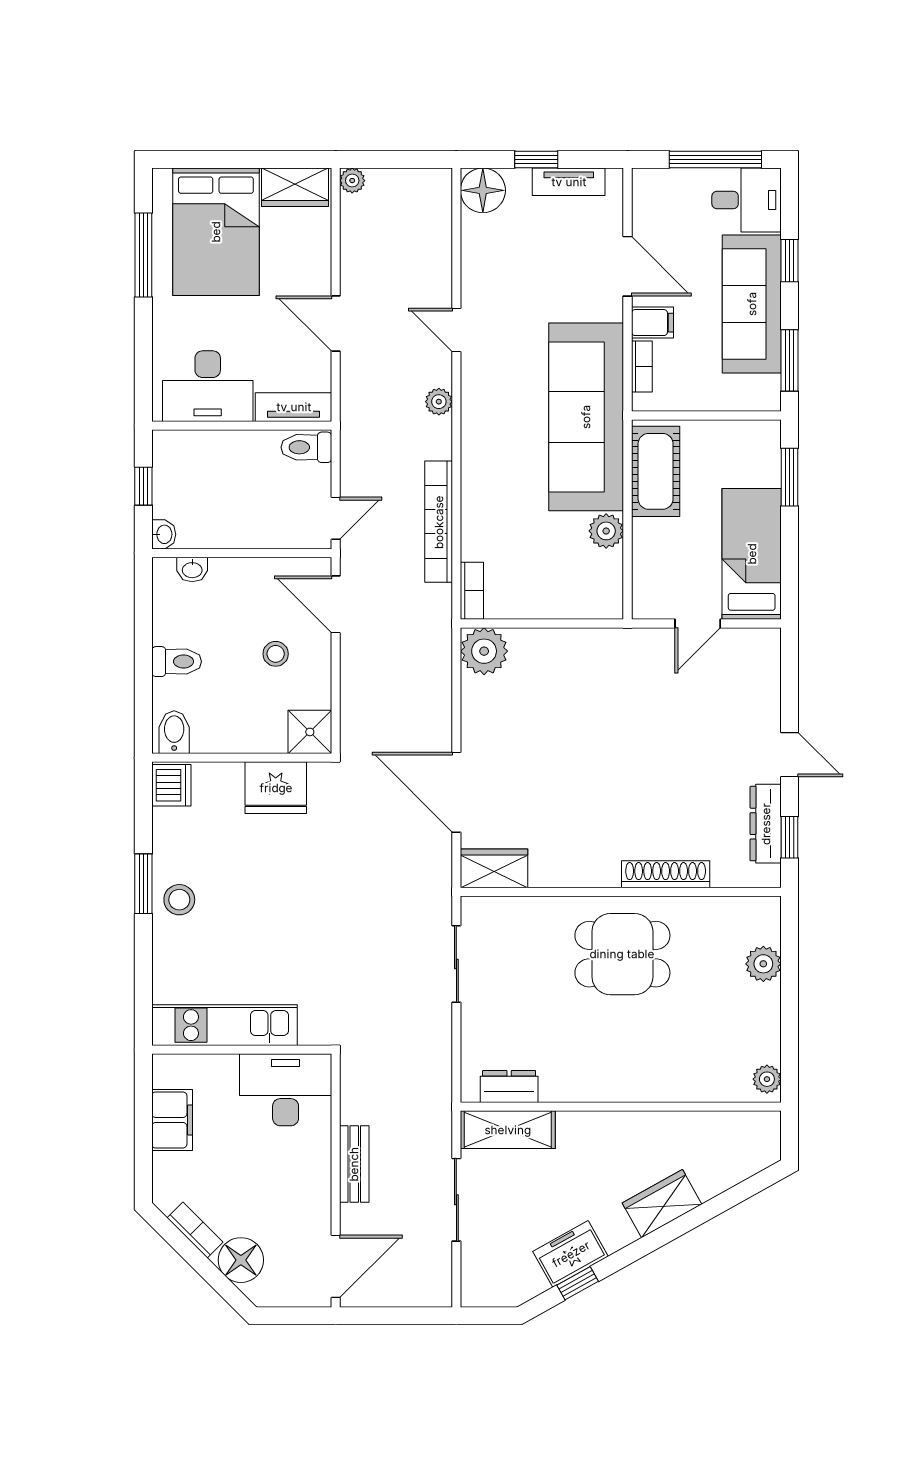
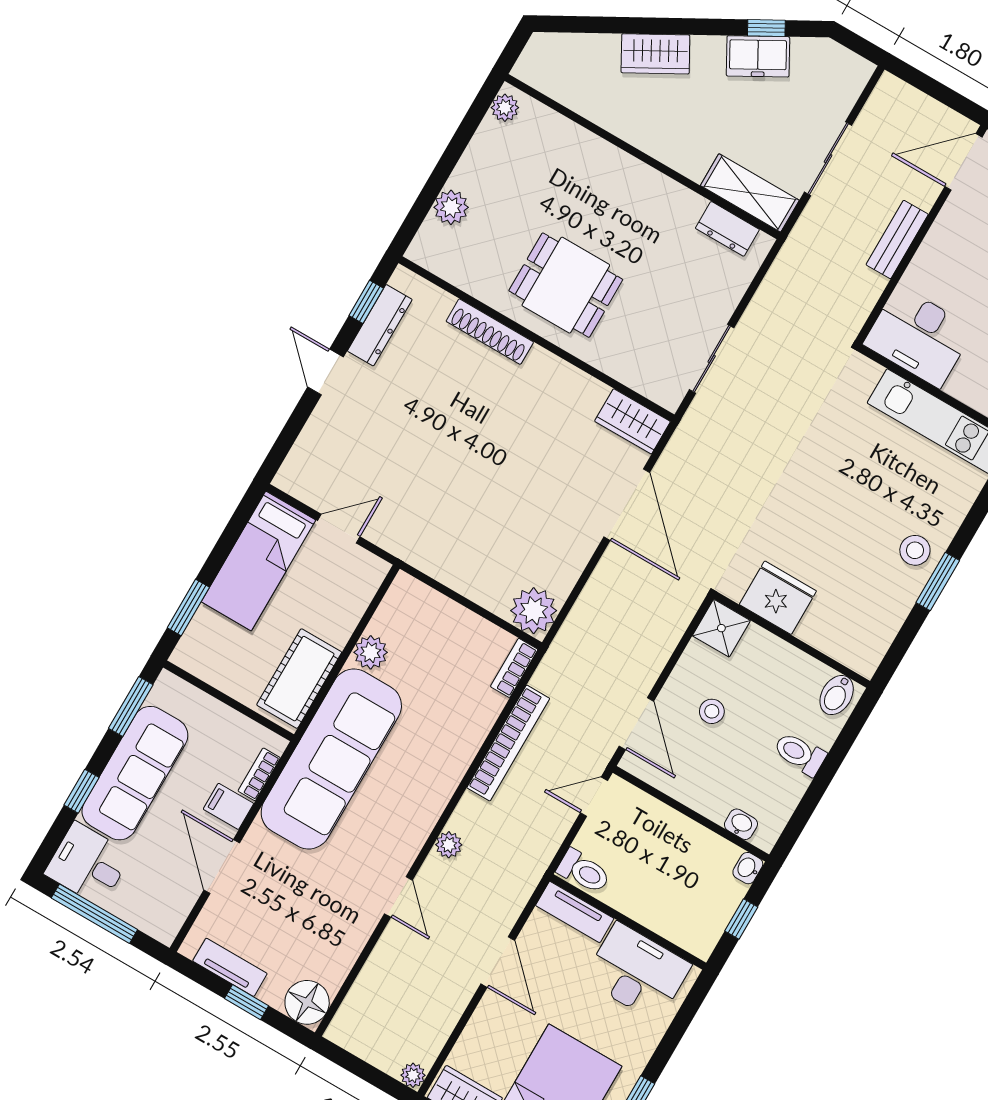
dishwasher: (171, 785) -> (865, 651), removed

